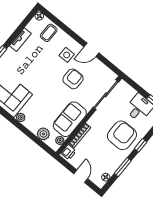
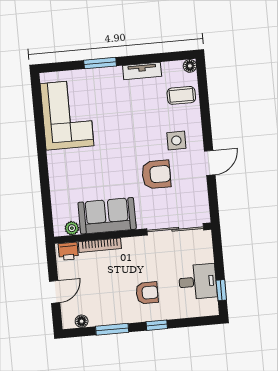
door: (91, 50) -> (210, 163), swing flipped
plant: (21, 117) -> (54, 158), removed
plant: (43, 134) -> (61, 202), removed
armchair: (122, 135) -> (147, 293), width x0.53, depth x0.53

